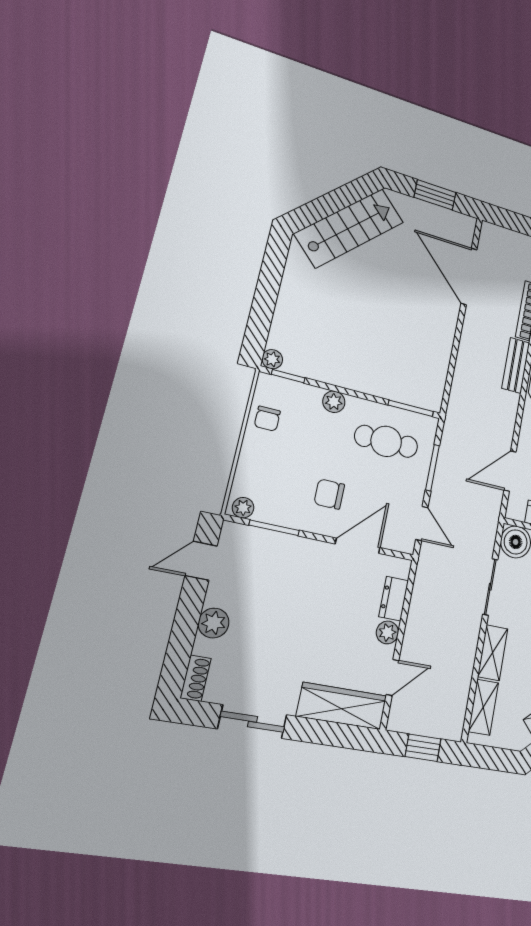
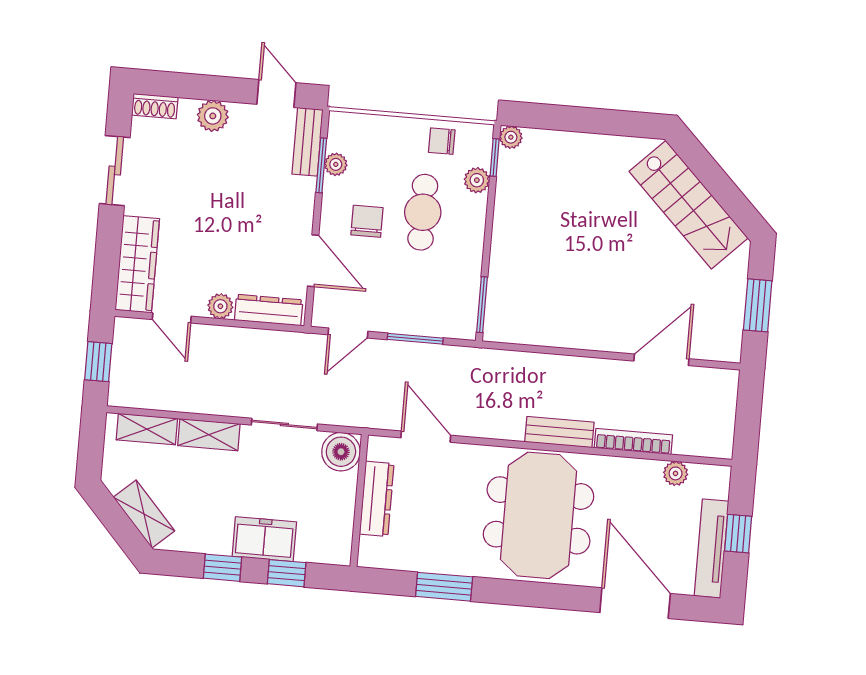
door: (469, 276) -> (661, 360), width x0.73
plant: (334, 402) -> (477, 180), moved
cafe table: (386, 441) -> (423, 212), moved
plant: (243, 508) -> (336, 164), moved
bench: (251, 538) -> (307, 142), added
dresser: (394, 599) -> (269, 310), width x1.44

